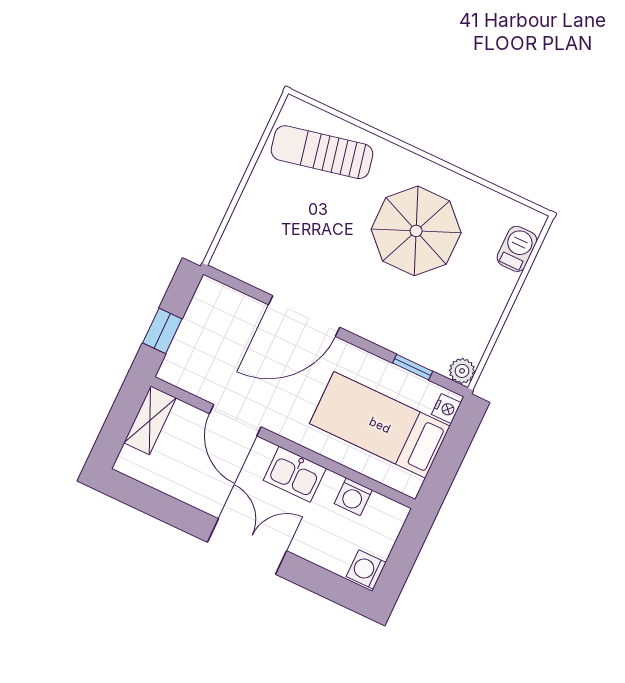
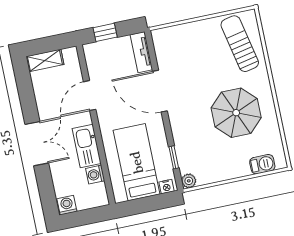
tv unit: (229, 301) -> (141, 52), added
shelving: (150, 420) -> (45, 60), moved
kitchen sink: (295, 474) -> (87, 146), width x1.38

